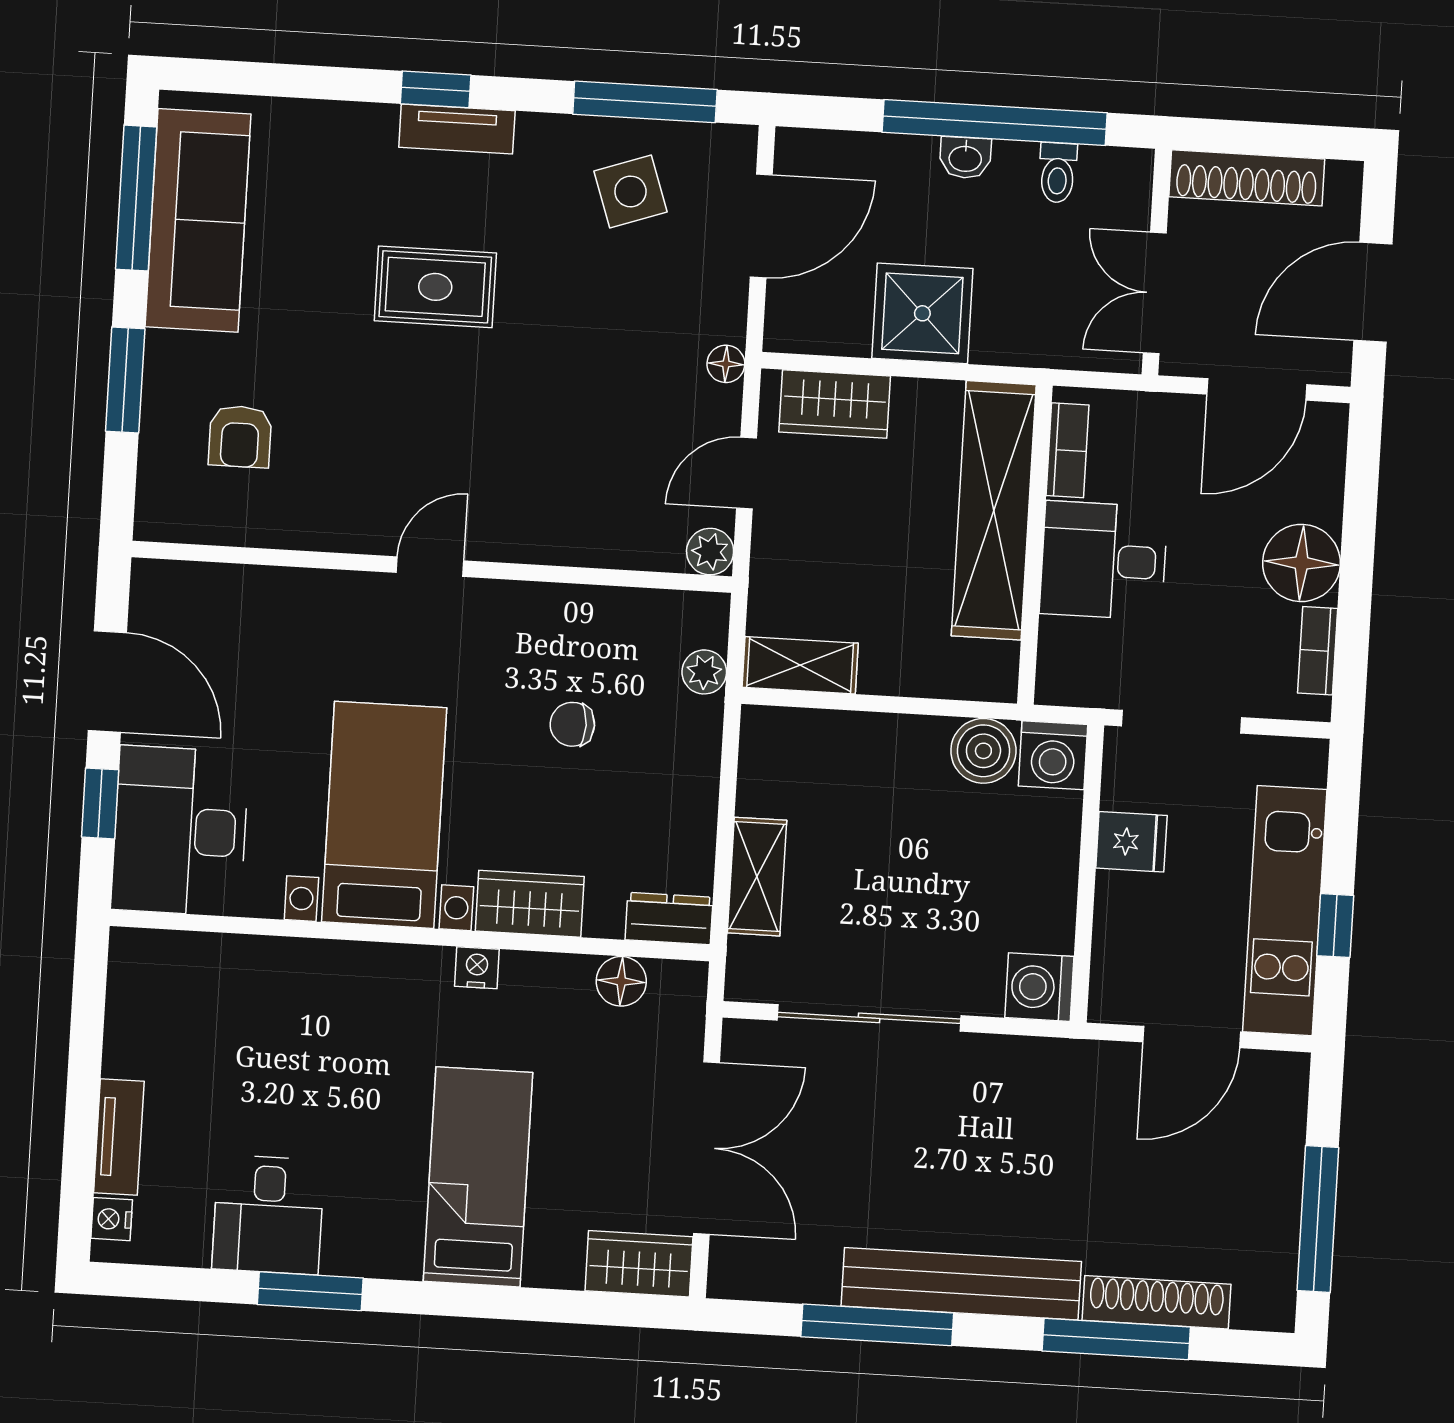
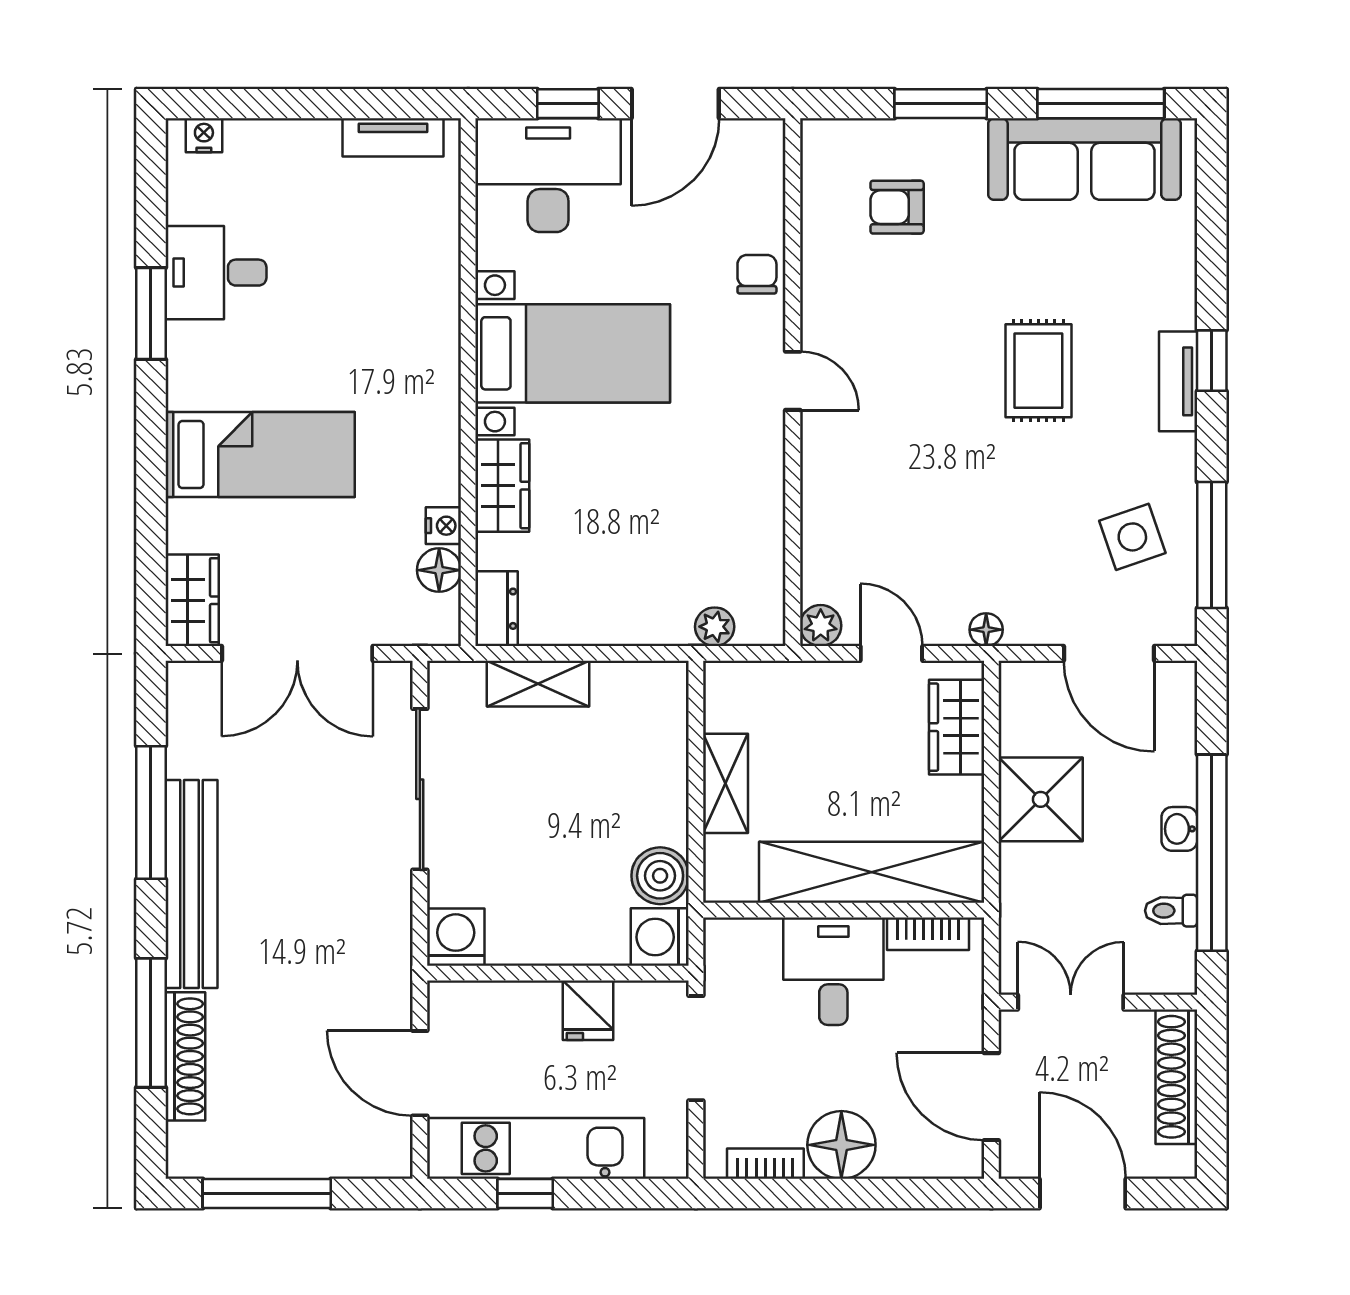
shelving: (800, 665) -> (726, 783), moved
chair: (572, 724) -> (757, 274), moved
nightstand: (477, 968) -> (443, 526), moved
tv unit: (119, 1137) -> (393, 137), moved

